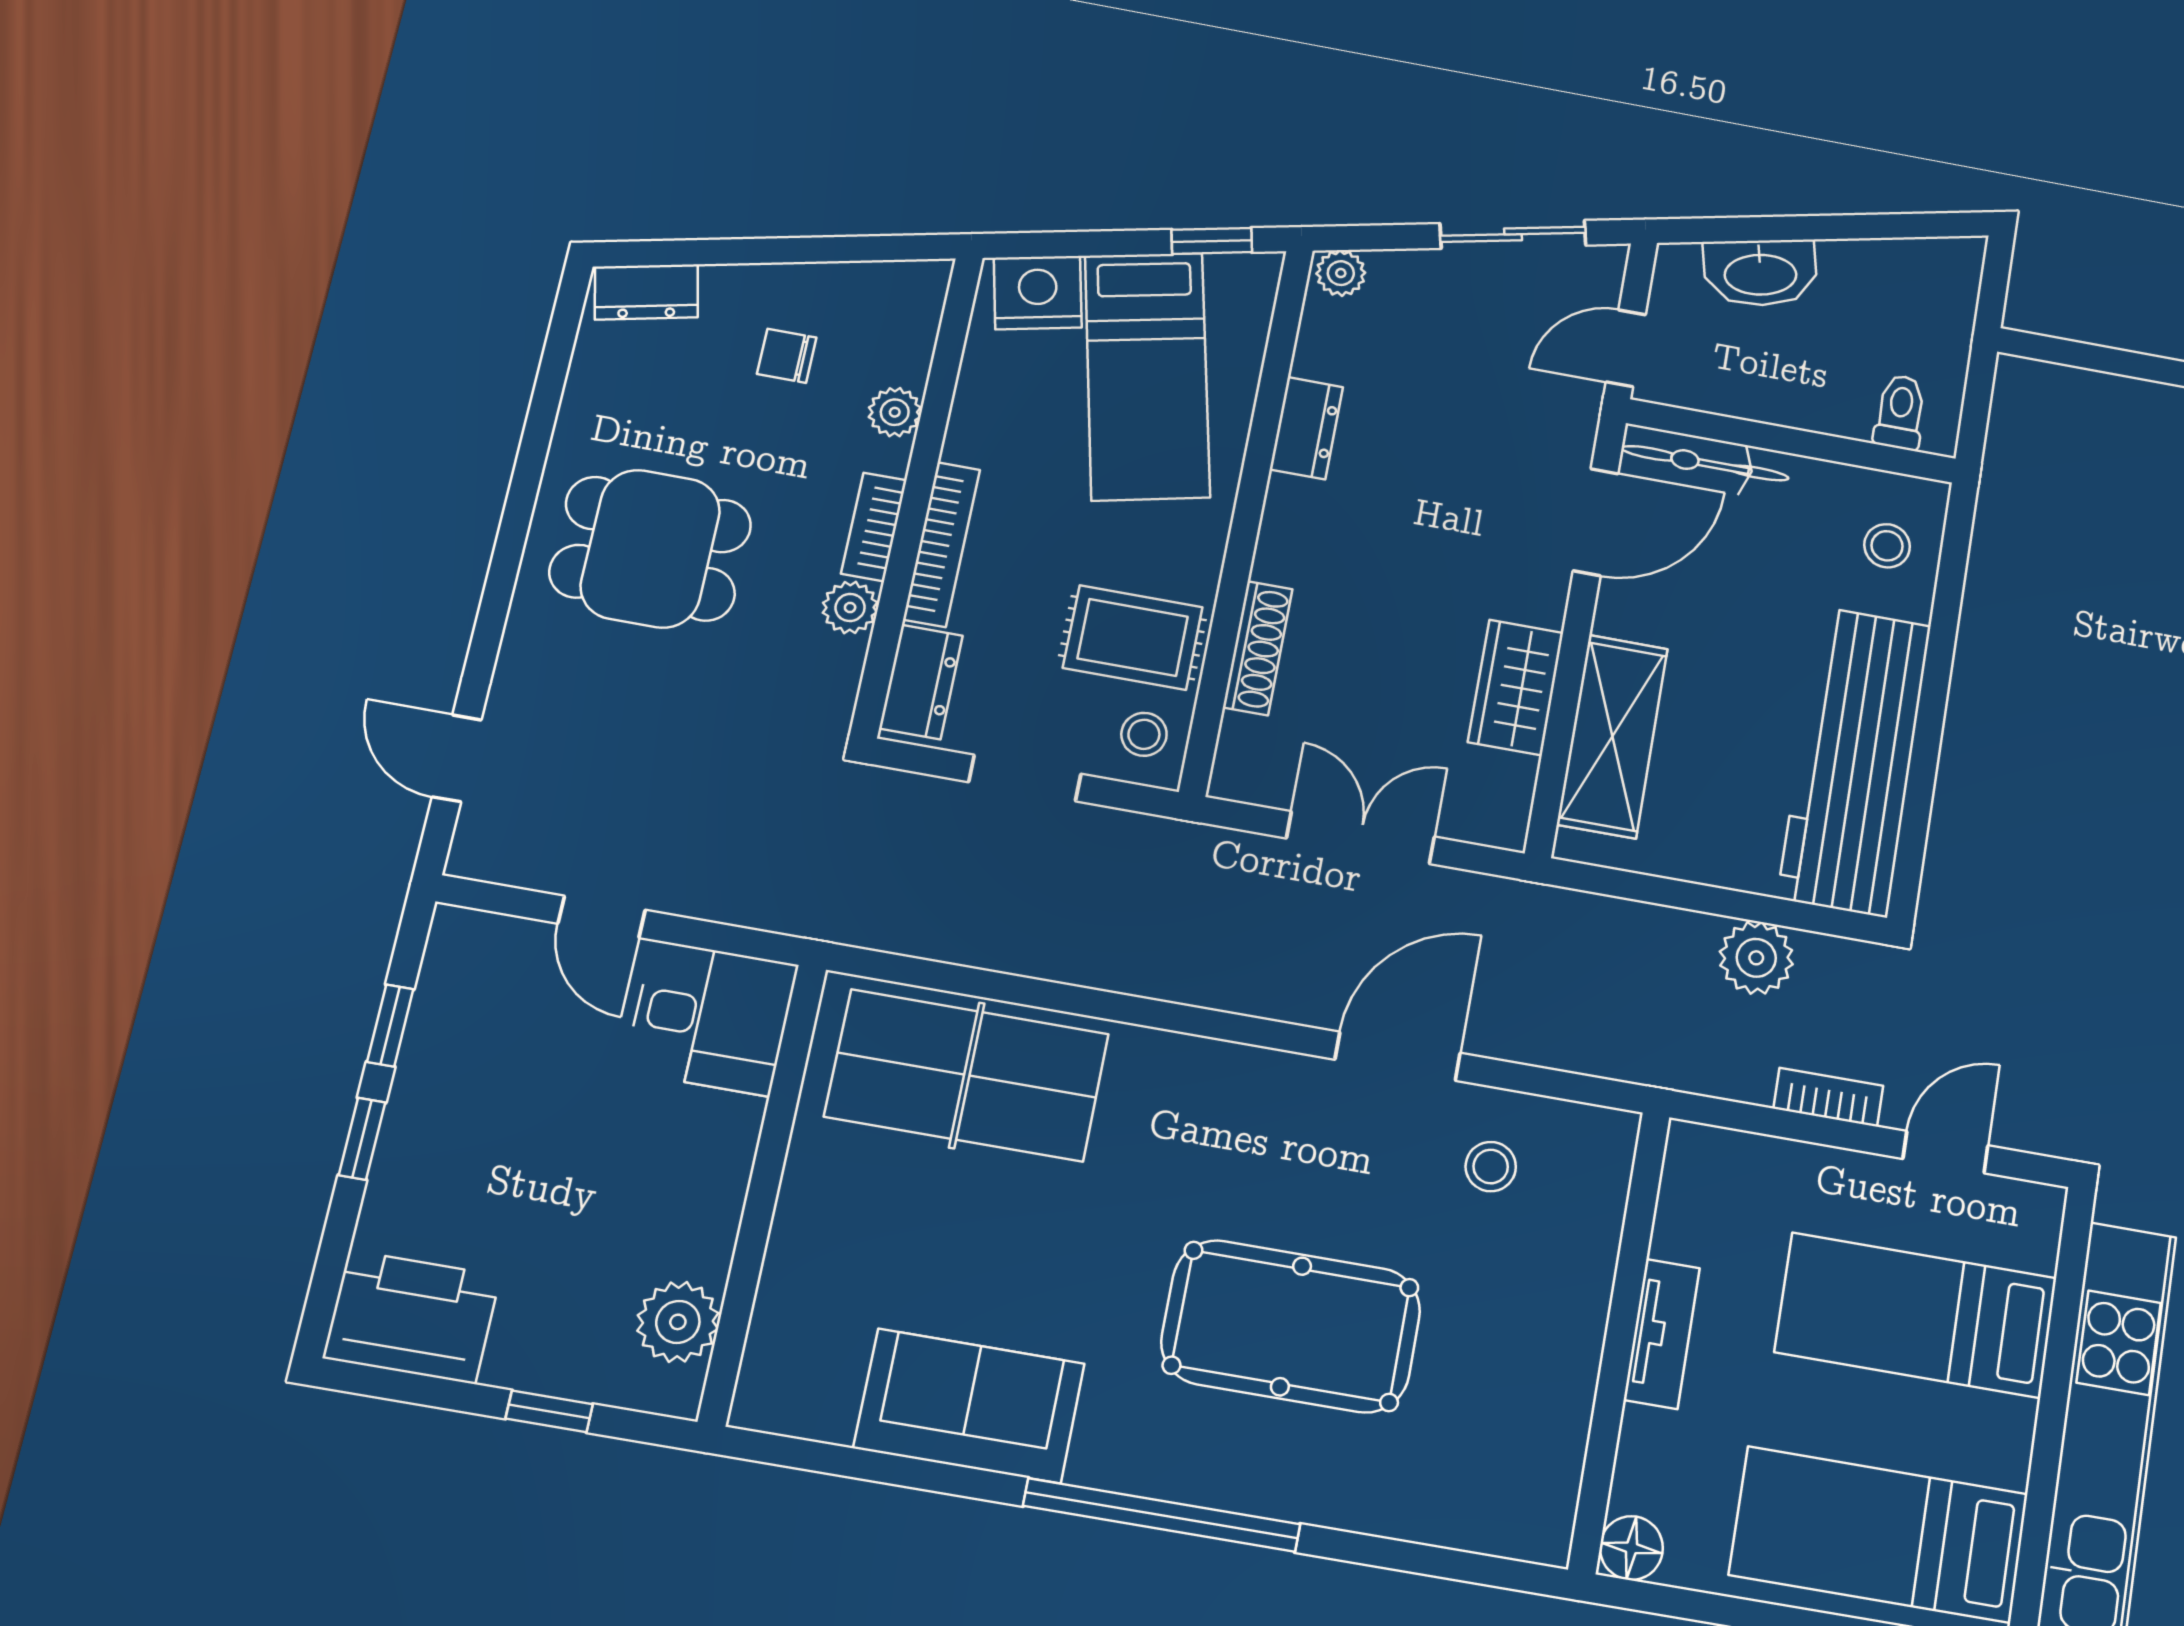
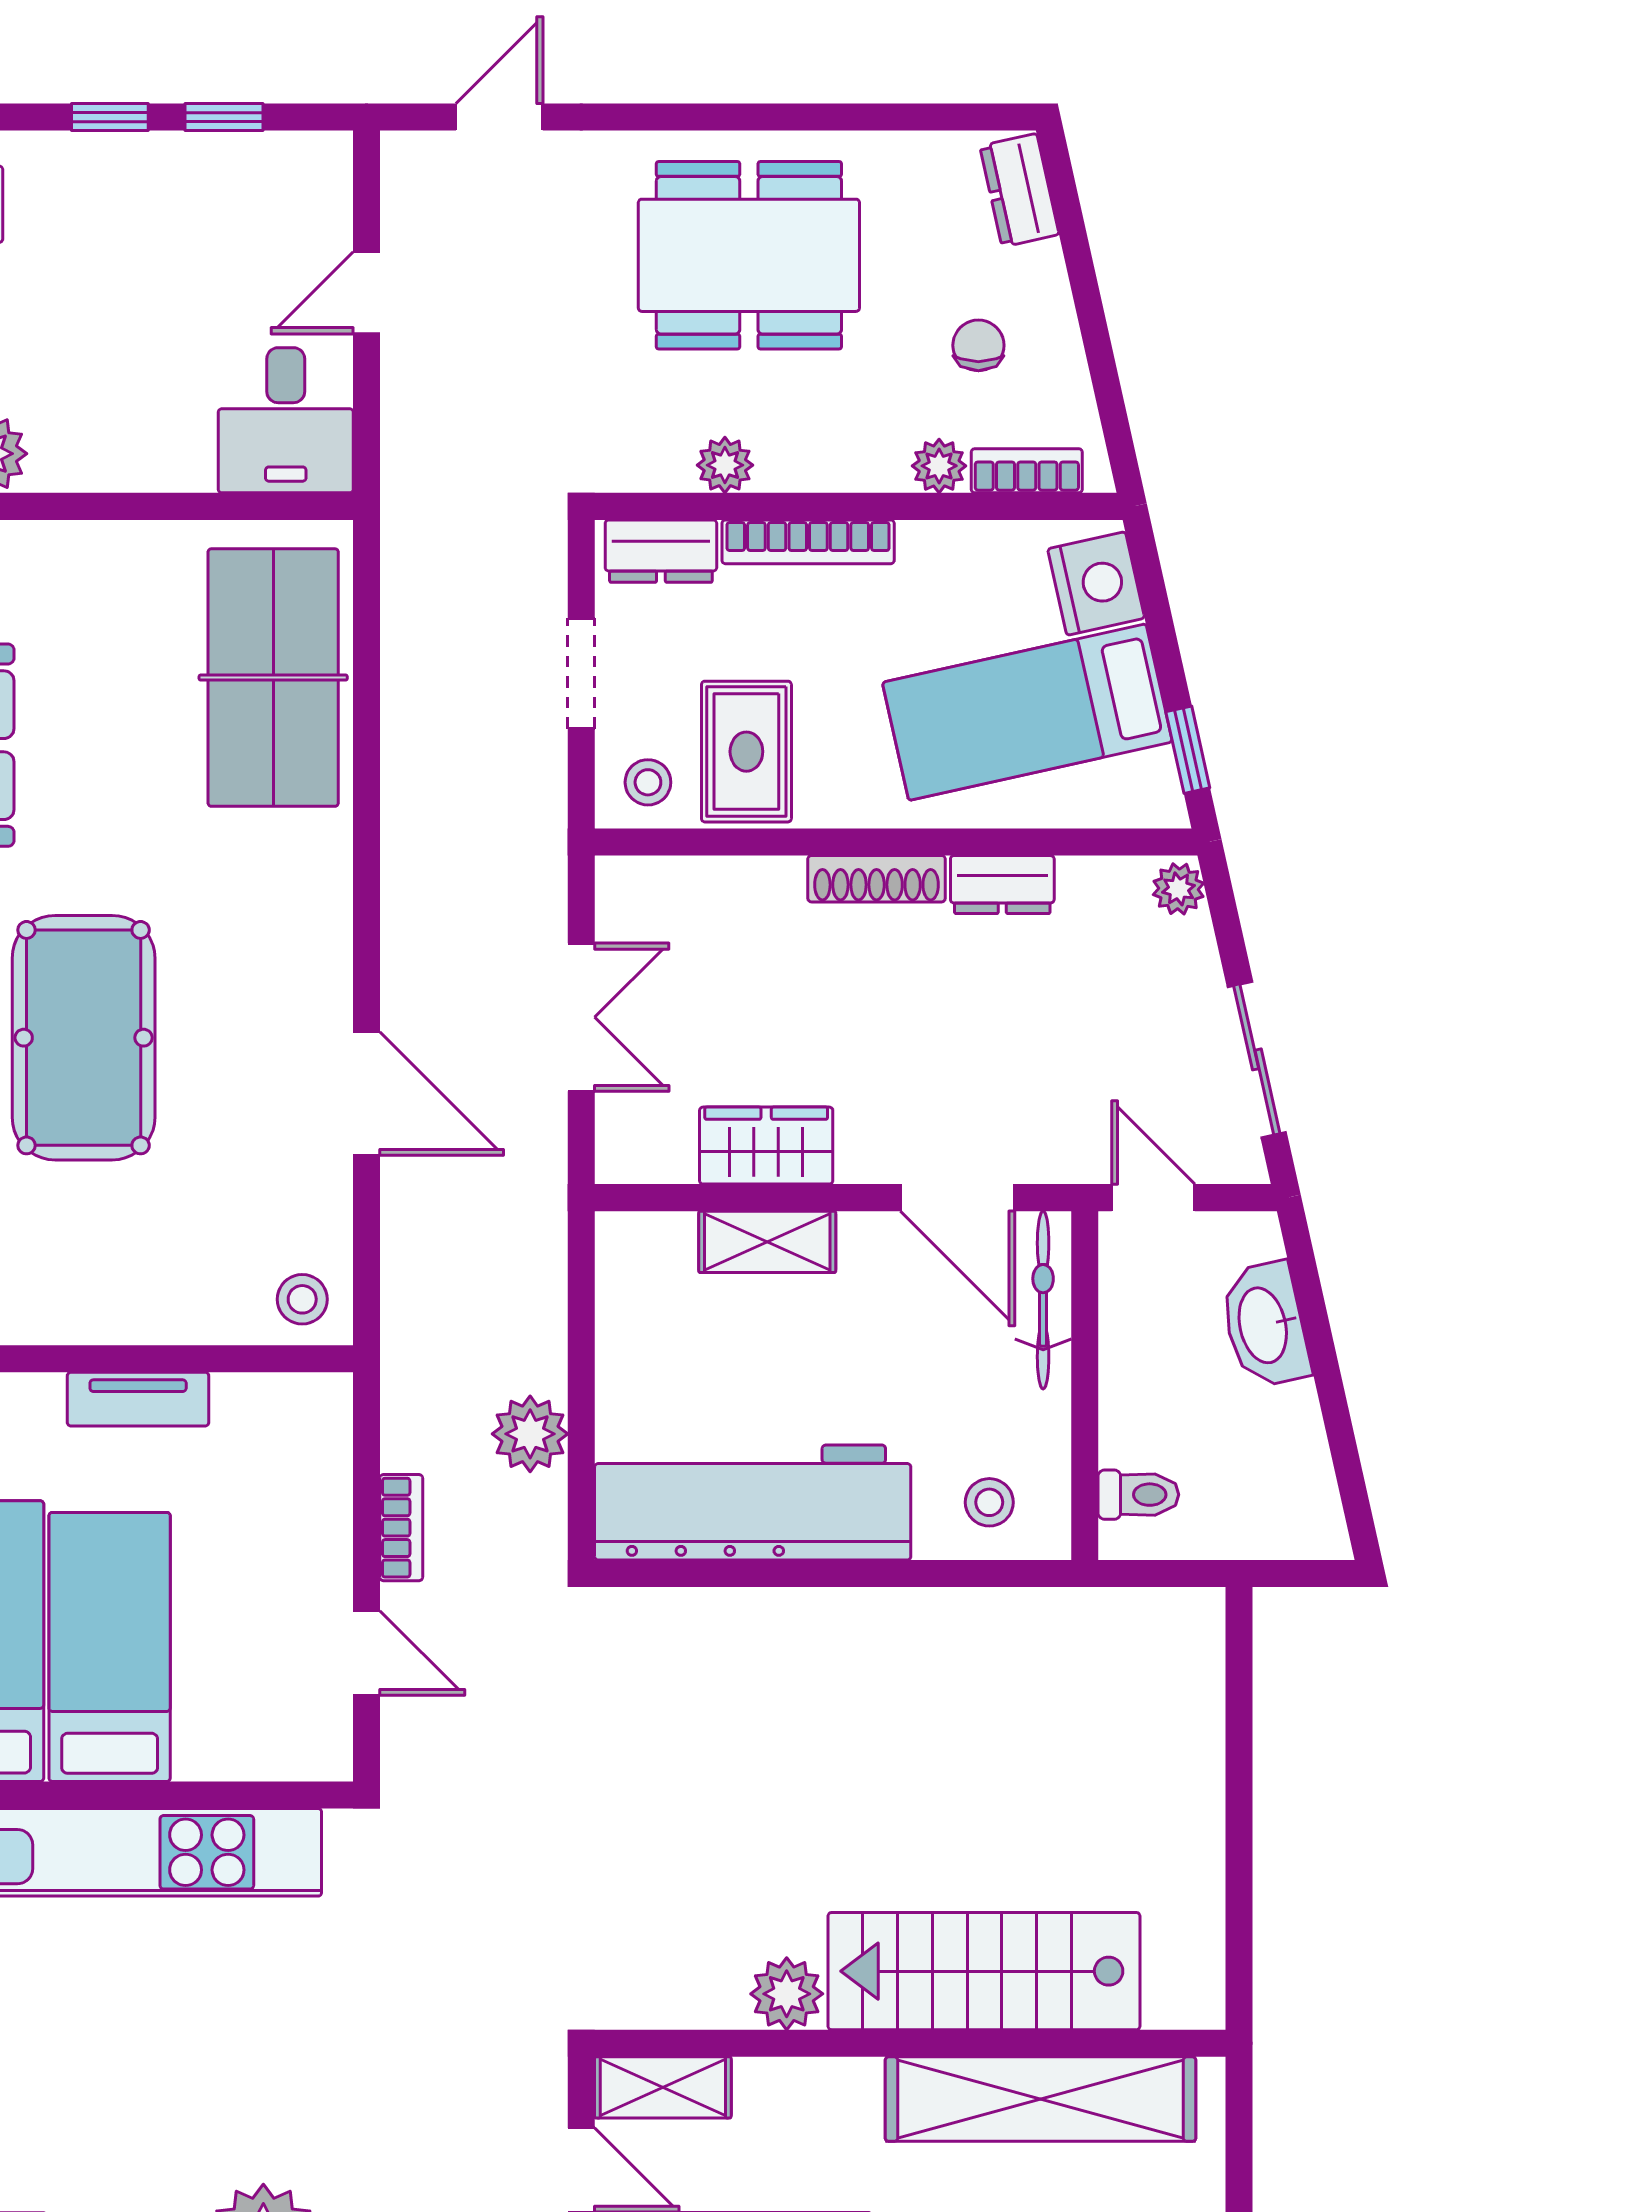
bookcase: (874, 527) -> (1027, 471), moved
dining table: (650, 549) -> (749, 255), width x1.37
shoe rack: (1258, 648) -> (877, 879), moved
shelving: (1612, 736) -> (767, 1242), width x0.67, depth x0.75
stool: (1491, 1167) -> (302, 1299), moved
bed: (1916, 1315) -> (110, 1647), moved

